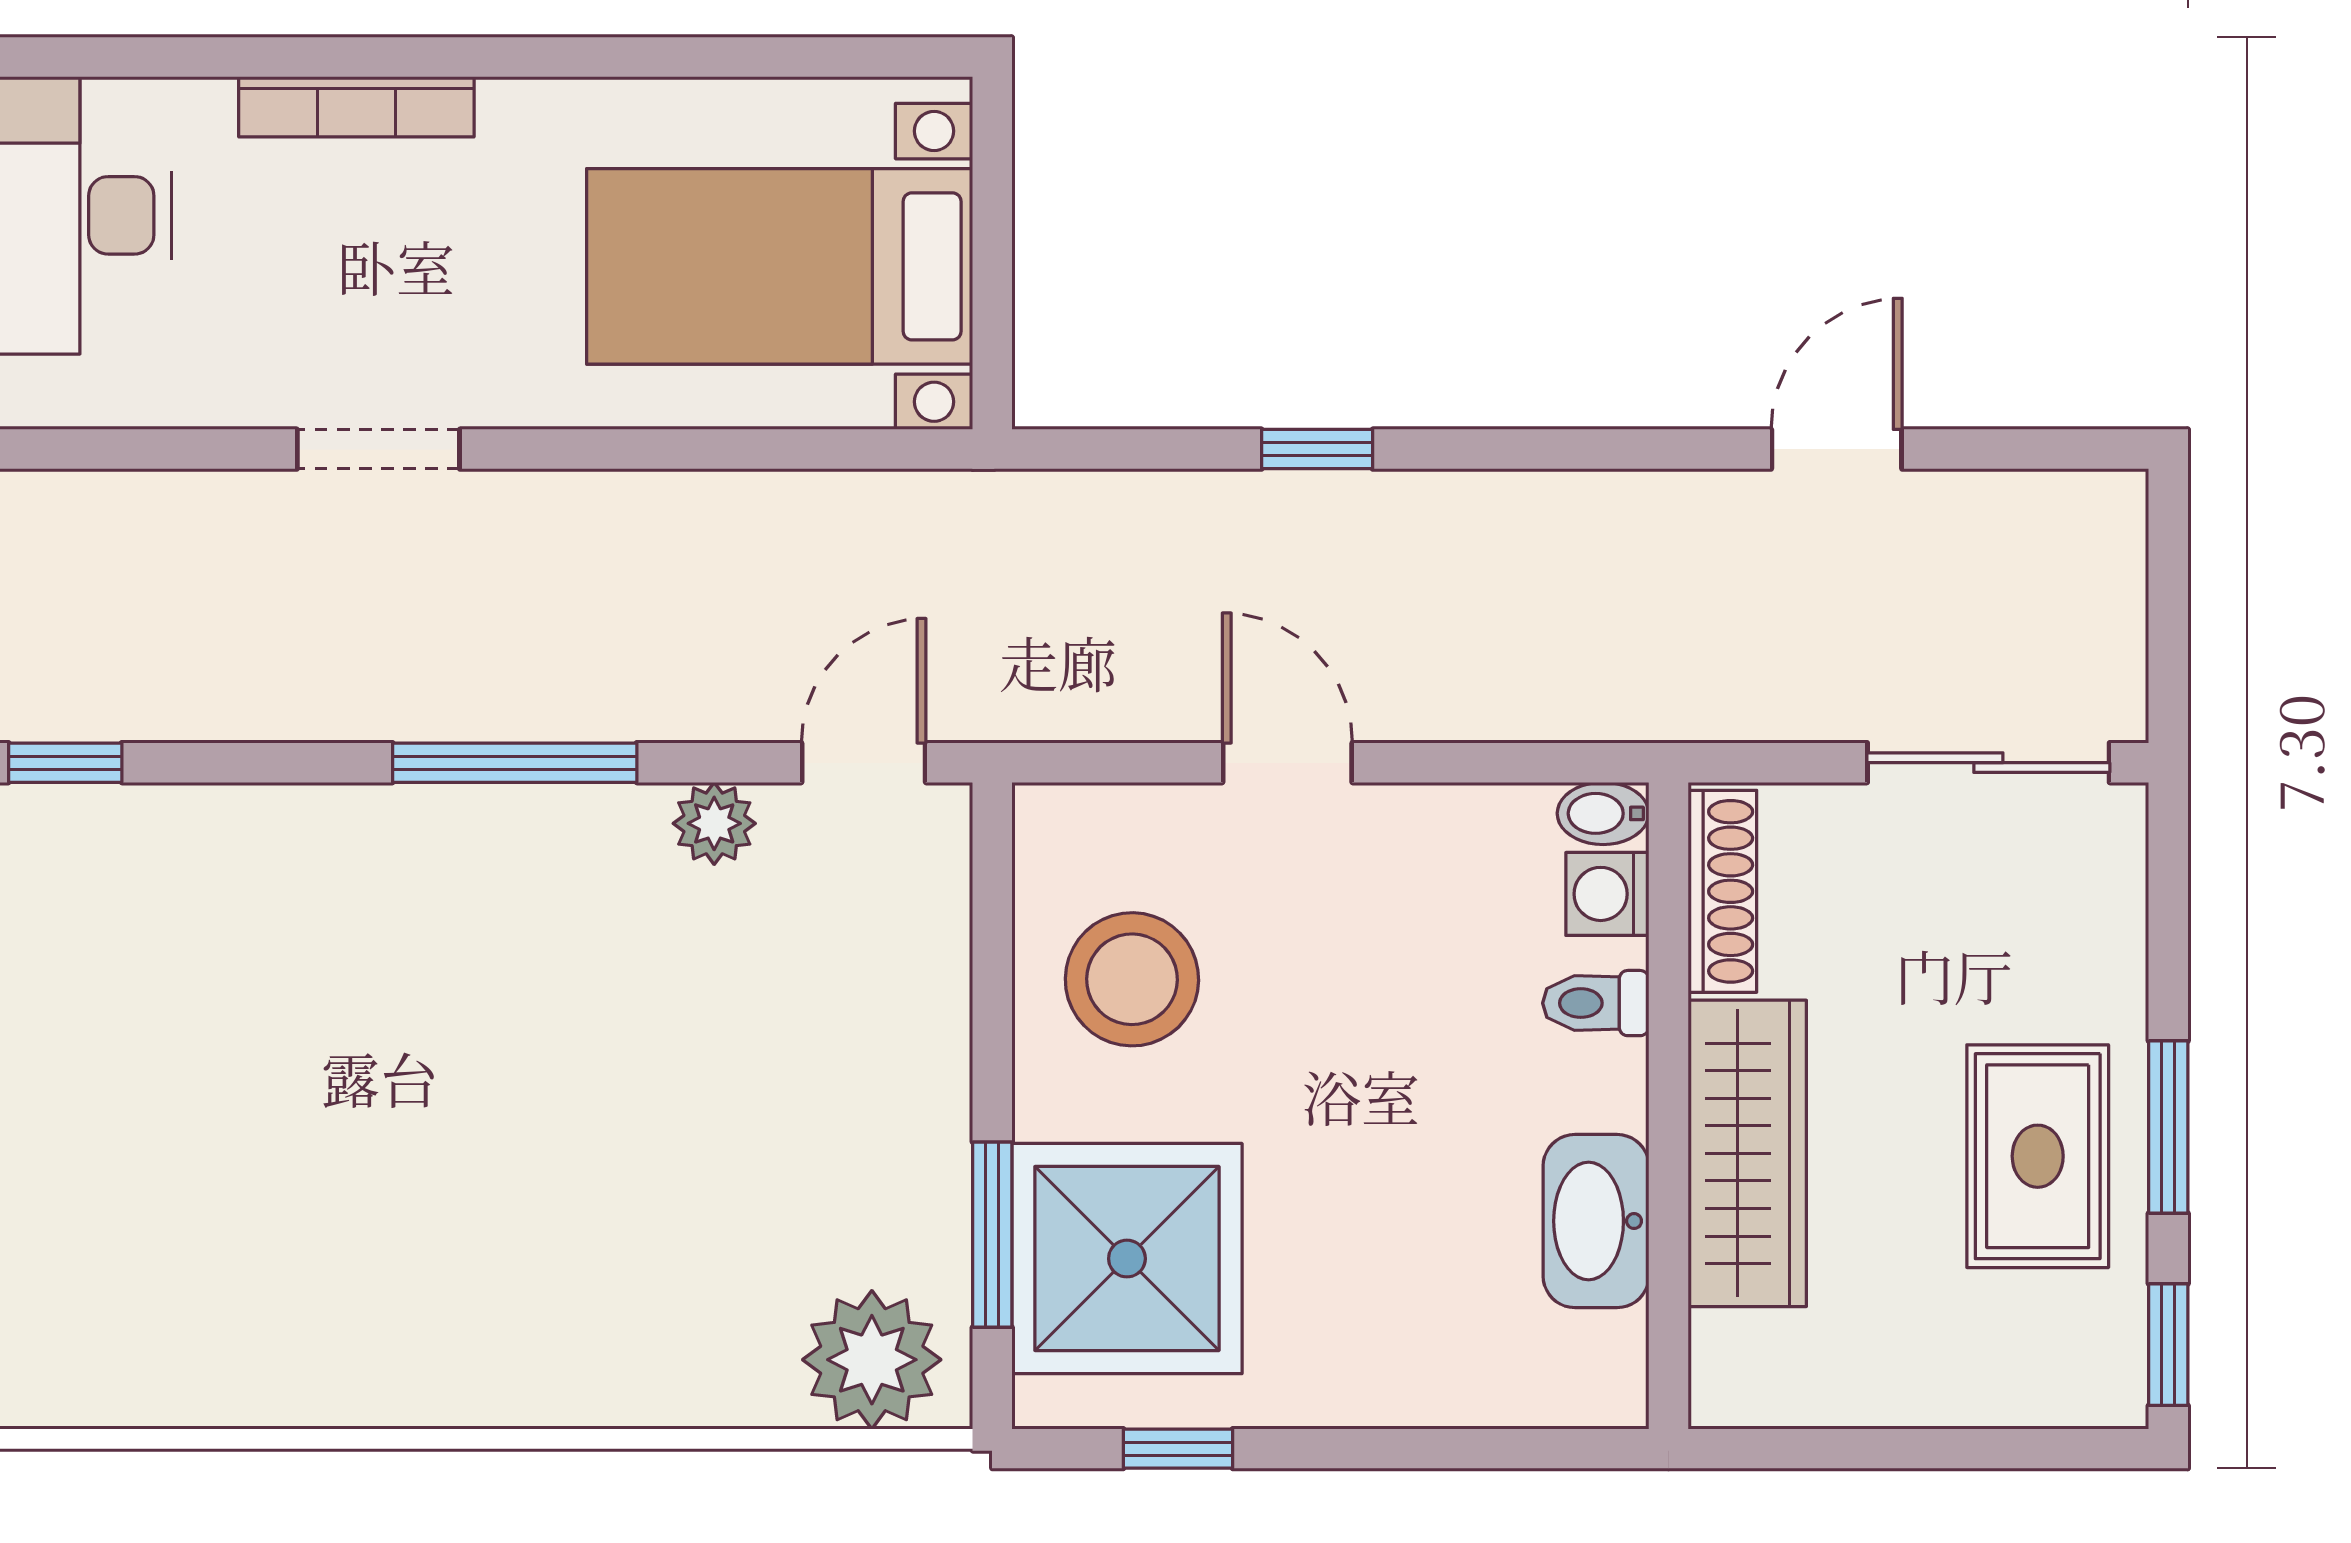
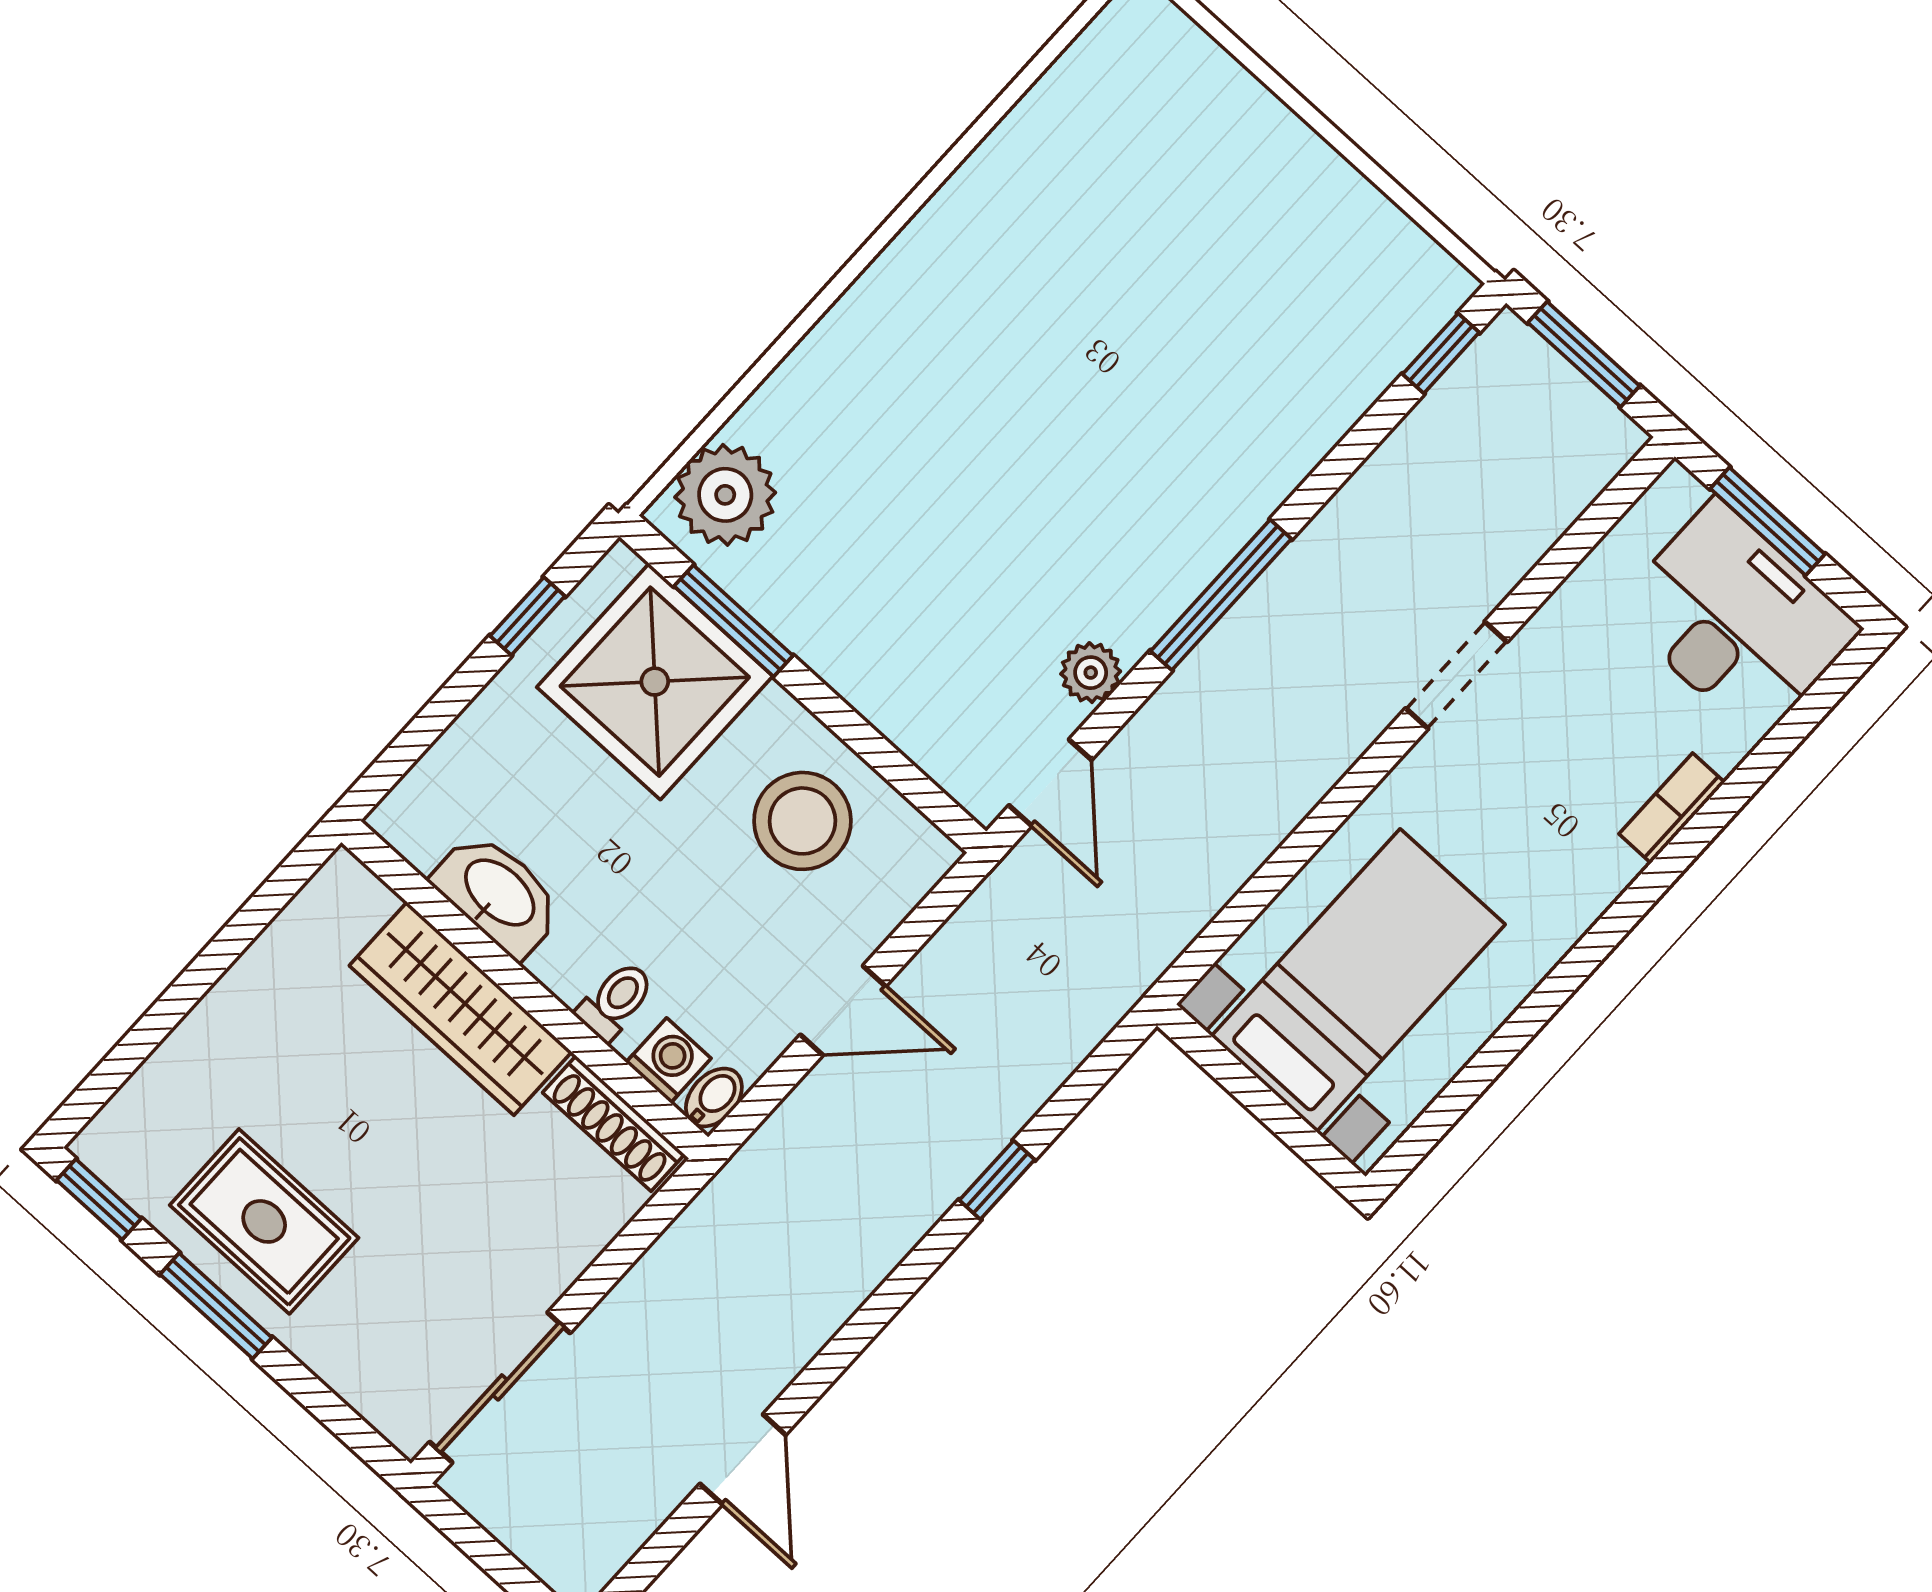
bookcase: (356, 107) -> (1672, 808), width x0.64
bidet: (1603, 813) -> (714, 1097), moved
shoe rack: (1722, 891) -> (614, 1124), moved
washing machine: (1607, 894) -> (669, 1060), moved
toilet: (1596, 1003) -> (616, 1001), moved
wall: (1668, 1106) -> (525, 990), moved
wardrobe: (1747, 1153) -> (461, 1009), moved
washbasin: (1596, 1221) -> (498, 894), moved

